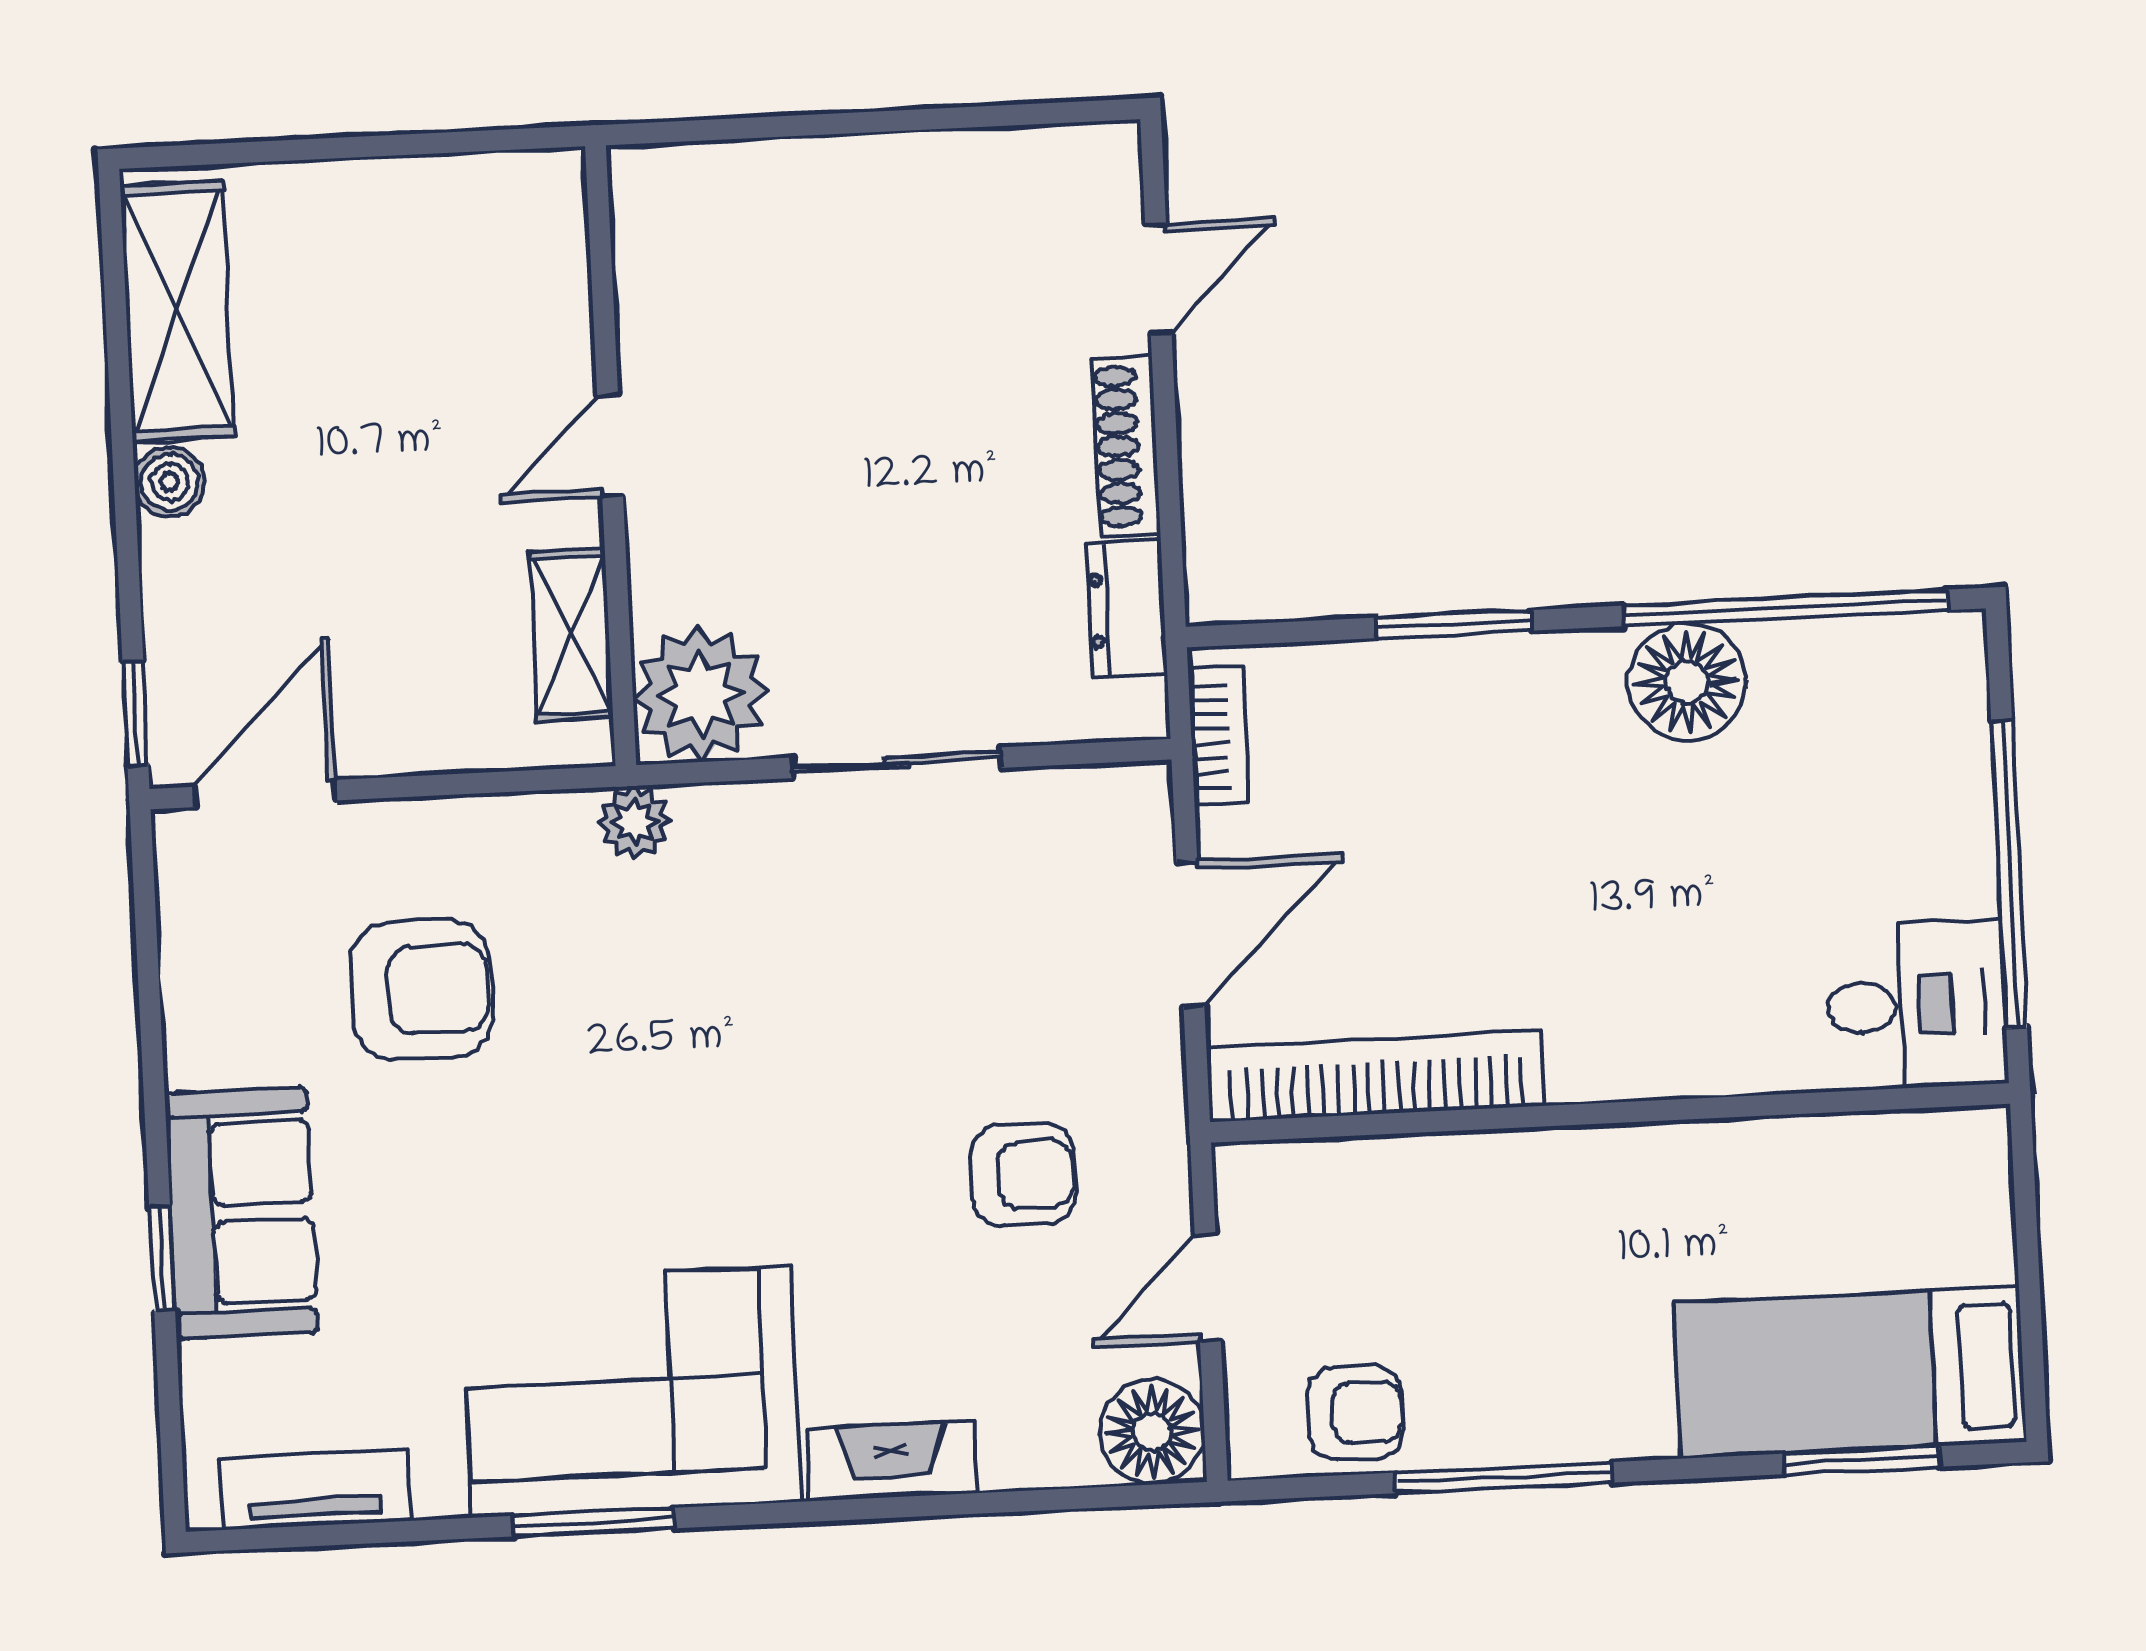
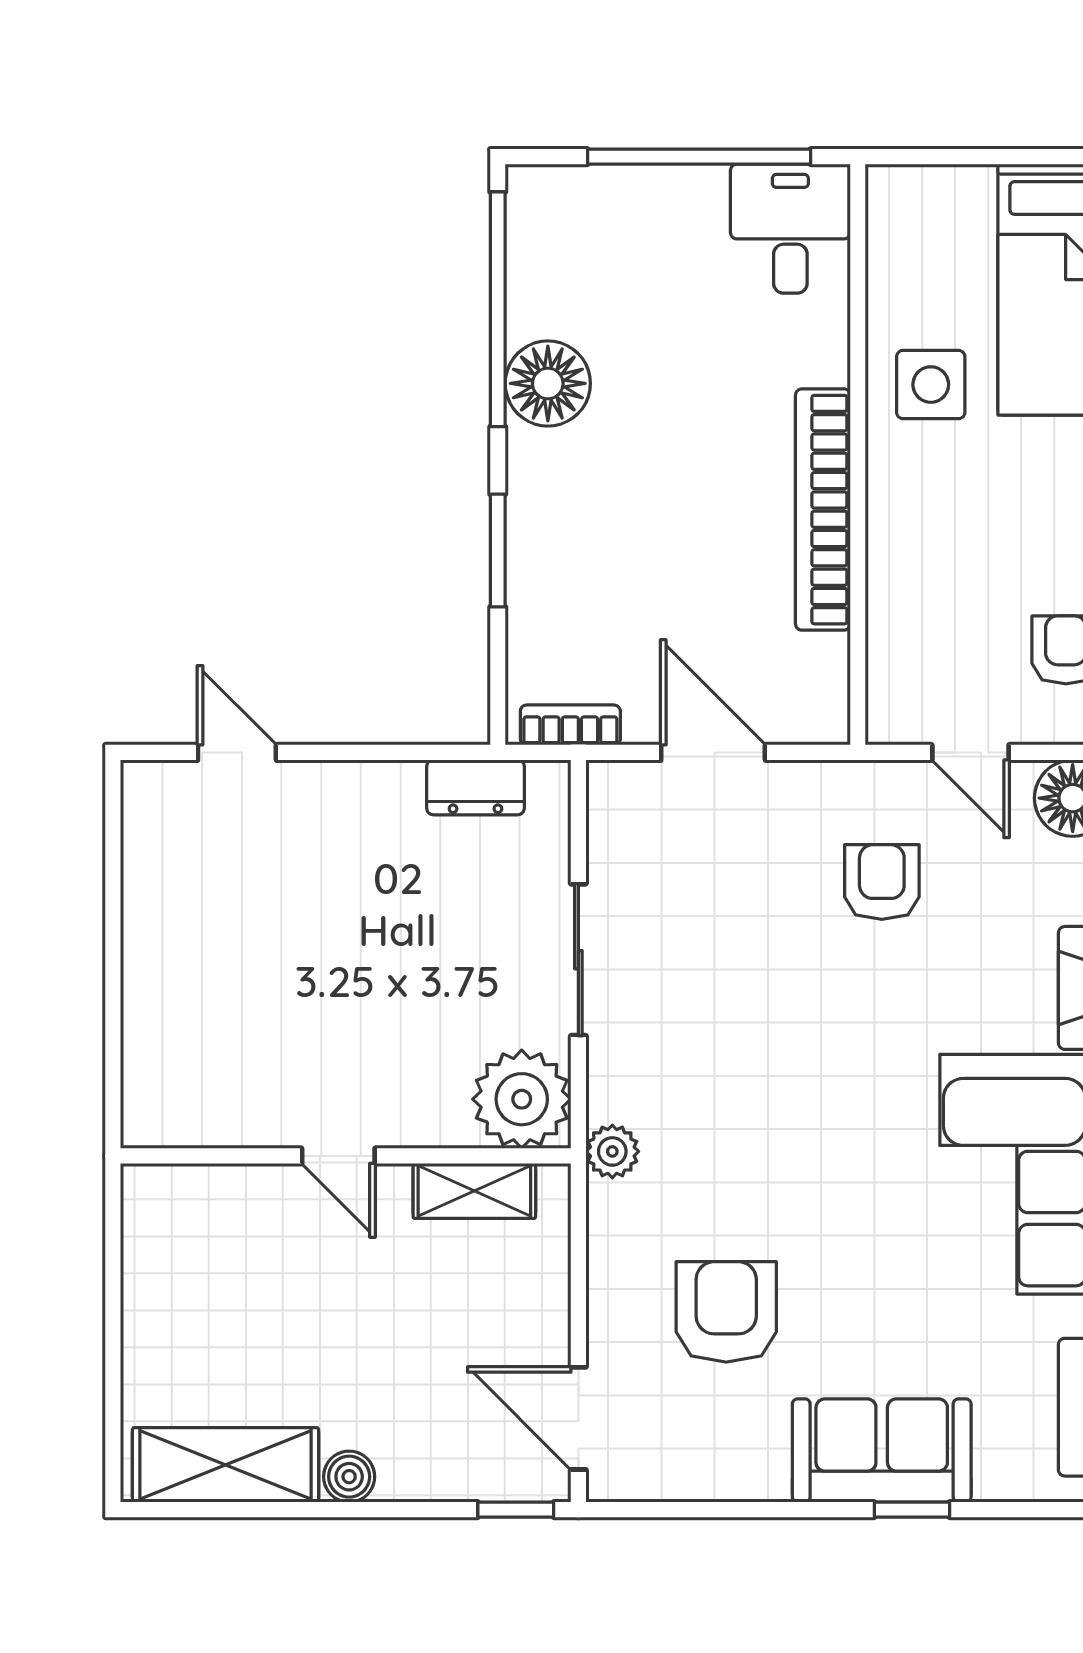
shoe rack: (1126, 446) -> (357, 782), removed
bookcase: (1376, 1076) -> (823, 510), moved
side table: (1711, 1209) -> (931, 385), added

